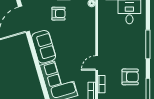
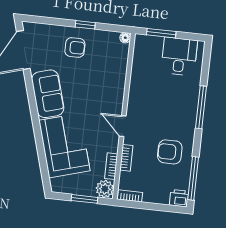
door: (97, 63) -> (123, 126), hinge flipped
armchair: (130, 77) -> (170, 152), turned 180

